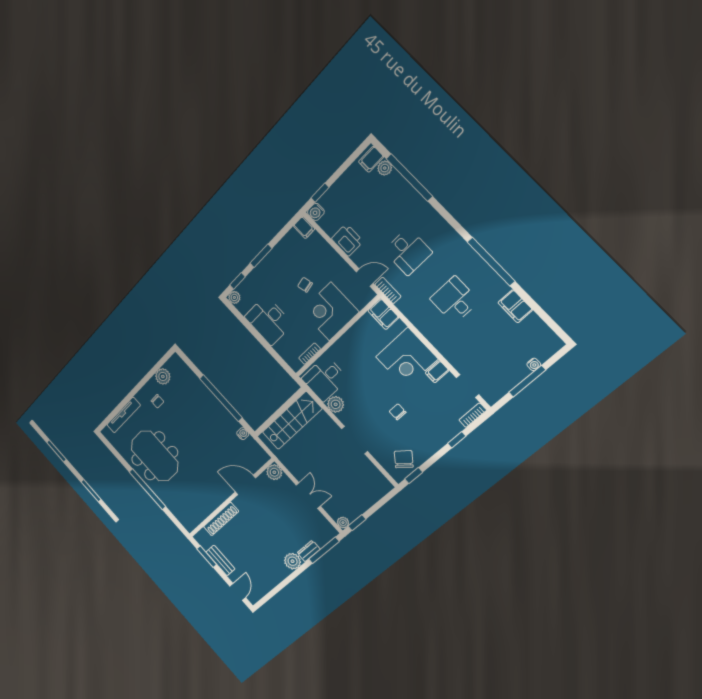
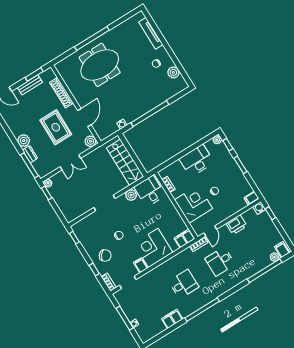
meeting table: (155, 456) -> (100, 65), moved
chair: (404, 459) -> (105, 255), moved
rug: (266, 521) -> (56, 127), added

